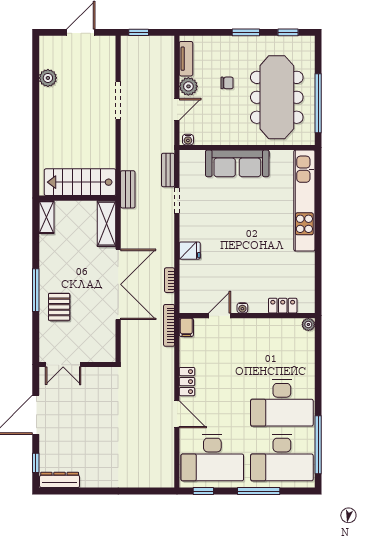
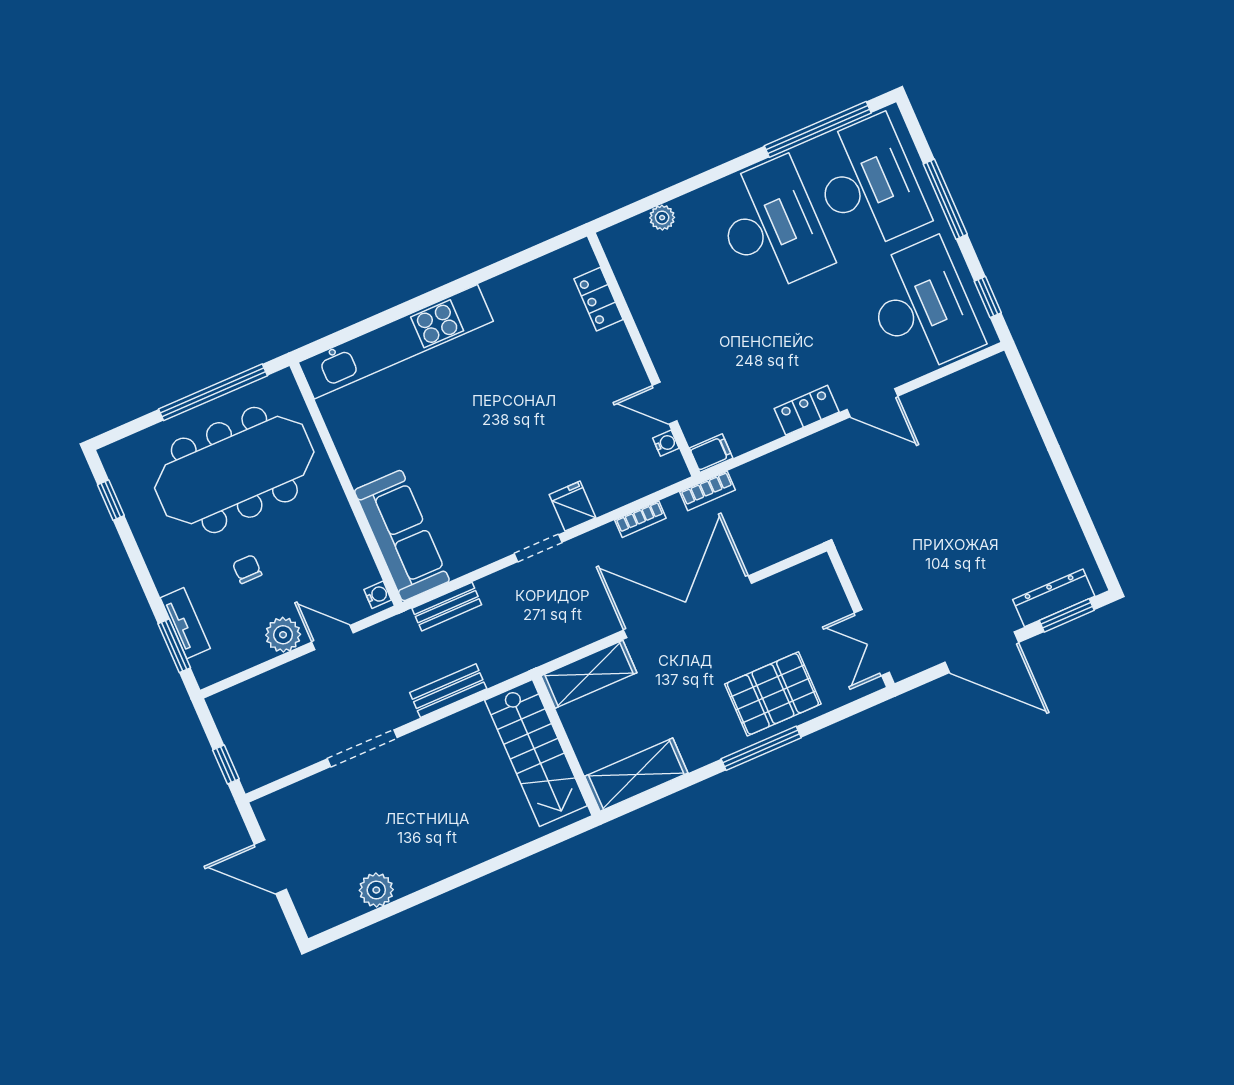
window: (246, 32) -> (174, 646), moved
tv unit: (186, 59) -> (185, 623), moved, turned 90
sofa: (237, 163) -> (402, 536), moved
bench: (128, 189) -> (448, 691), moved
doorway: (177, 200) -> (538, 548), moved
shelving: (46, 217) -> (636, 775), width x1.50, depth x1.33
pallet: (59, 307) -> (773, 694), width x1.50, depth x1.42
water cooler: (242, 308) -> (666, 443), moved
plant: (308, 324) -> (662, 218), moved
bookcase: (169, 325) -> (708, 491), width x0.64
double door: (63, 365) -> (872, 643), swing flipped
door: (177, 414) -> (872, 403), swing flipped
window: (36, 463) -> (1067, 615), width x1.50
dresser: (60, 480) -> (1054, 598), moved, turned 90

